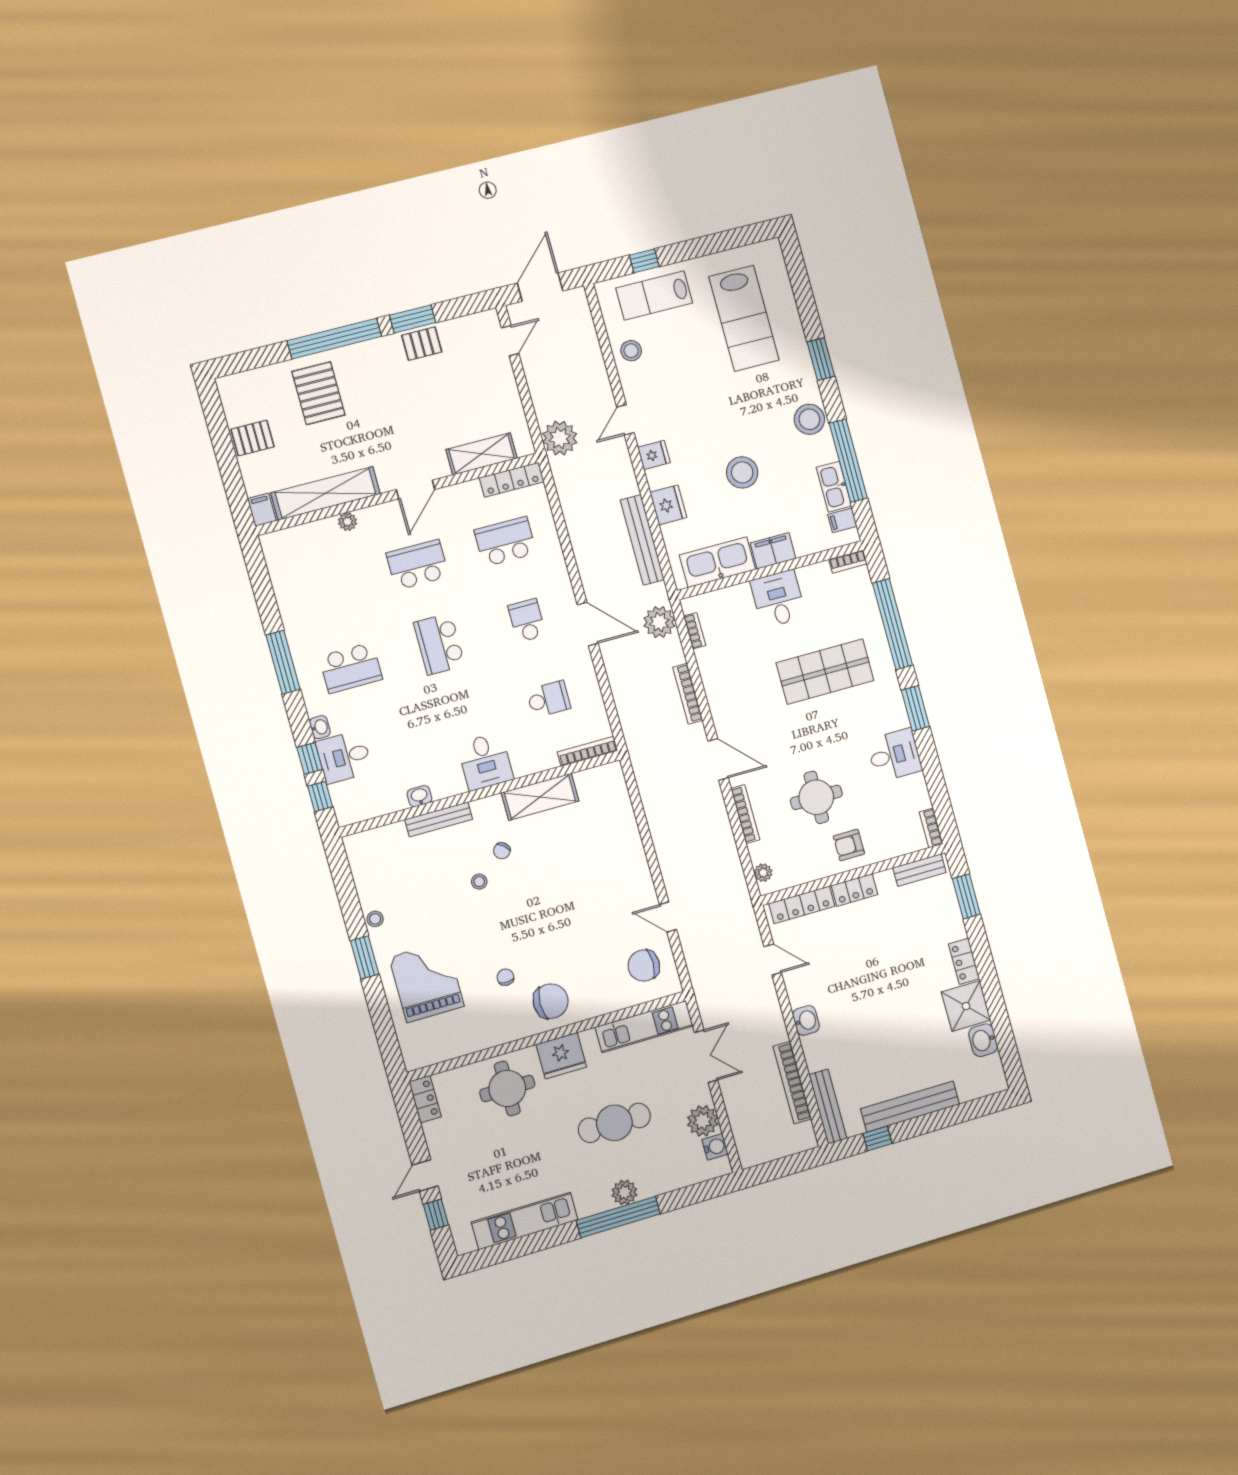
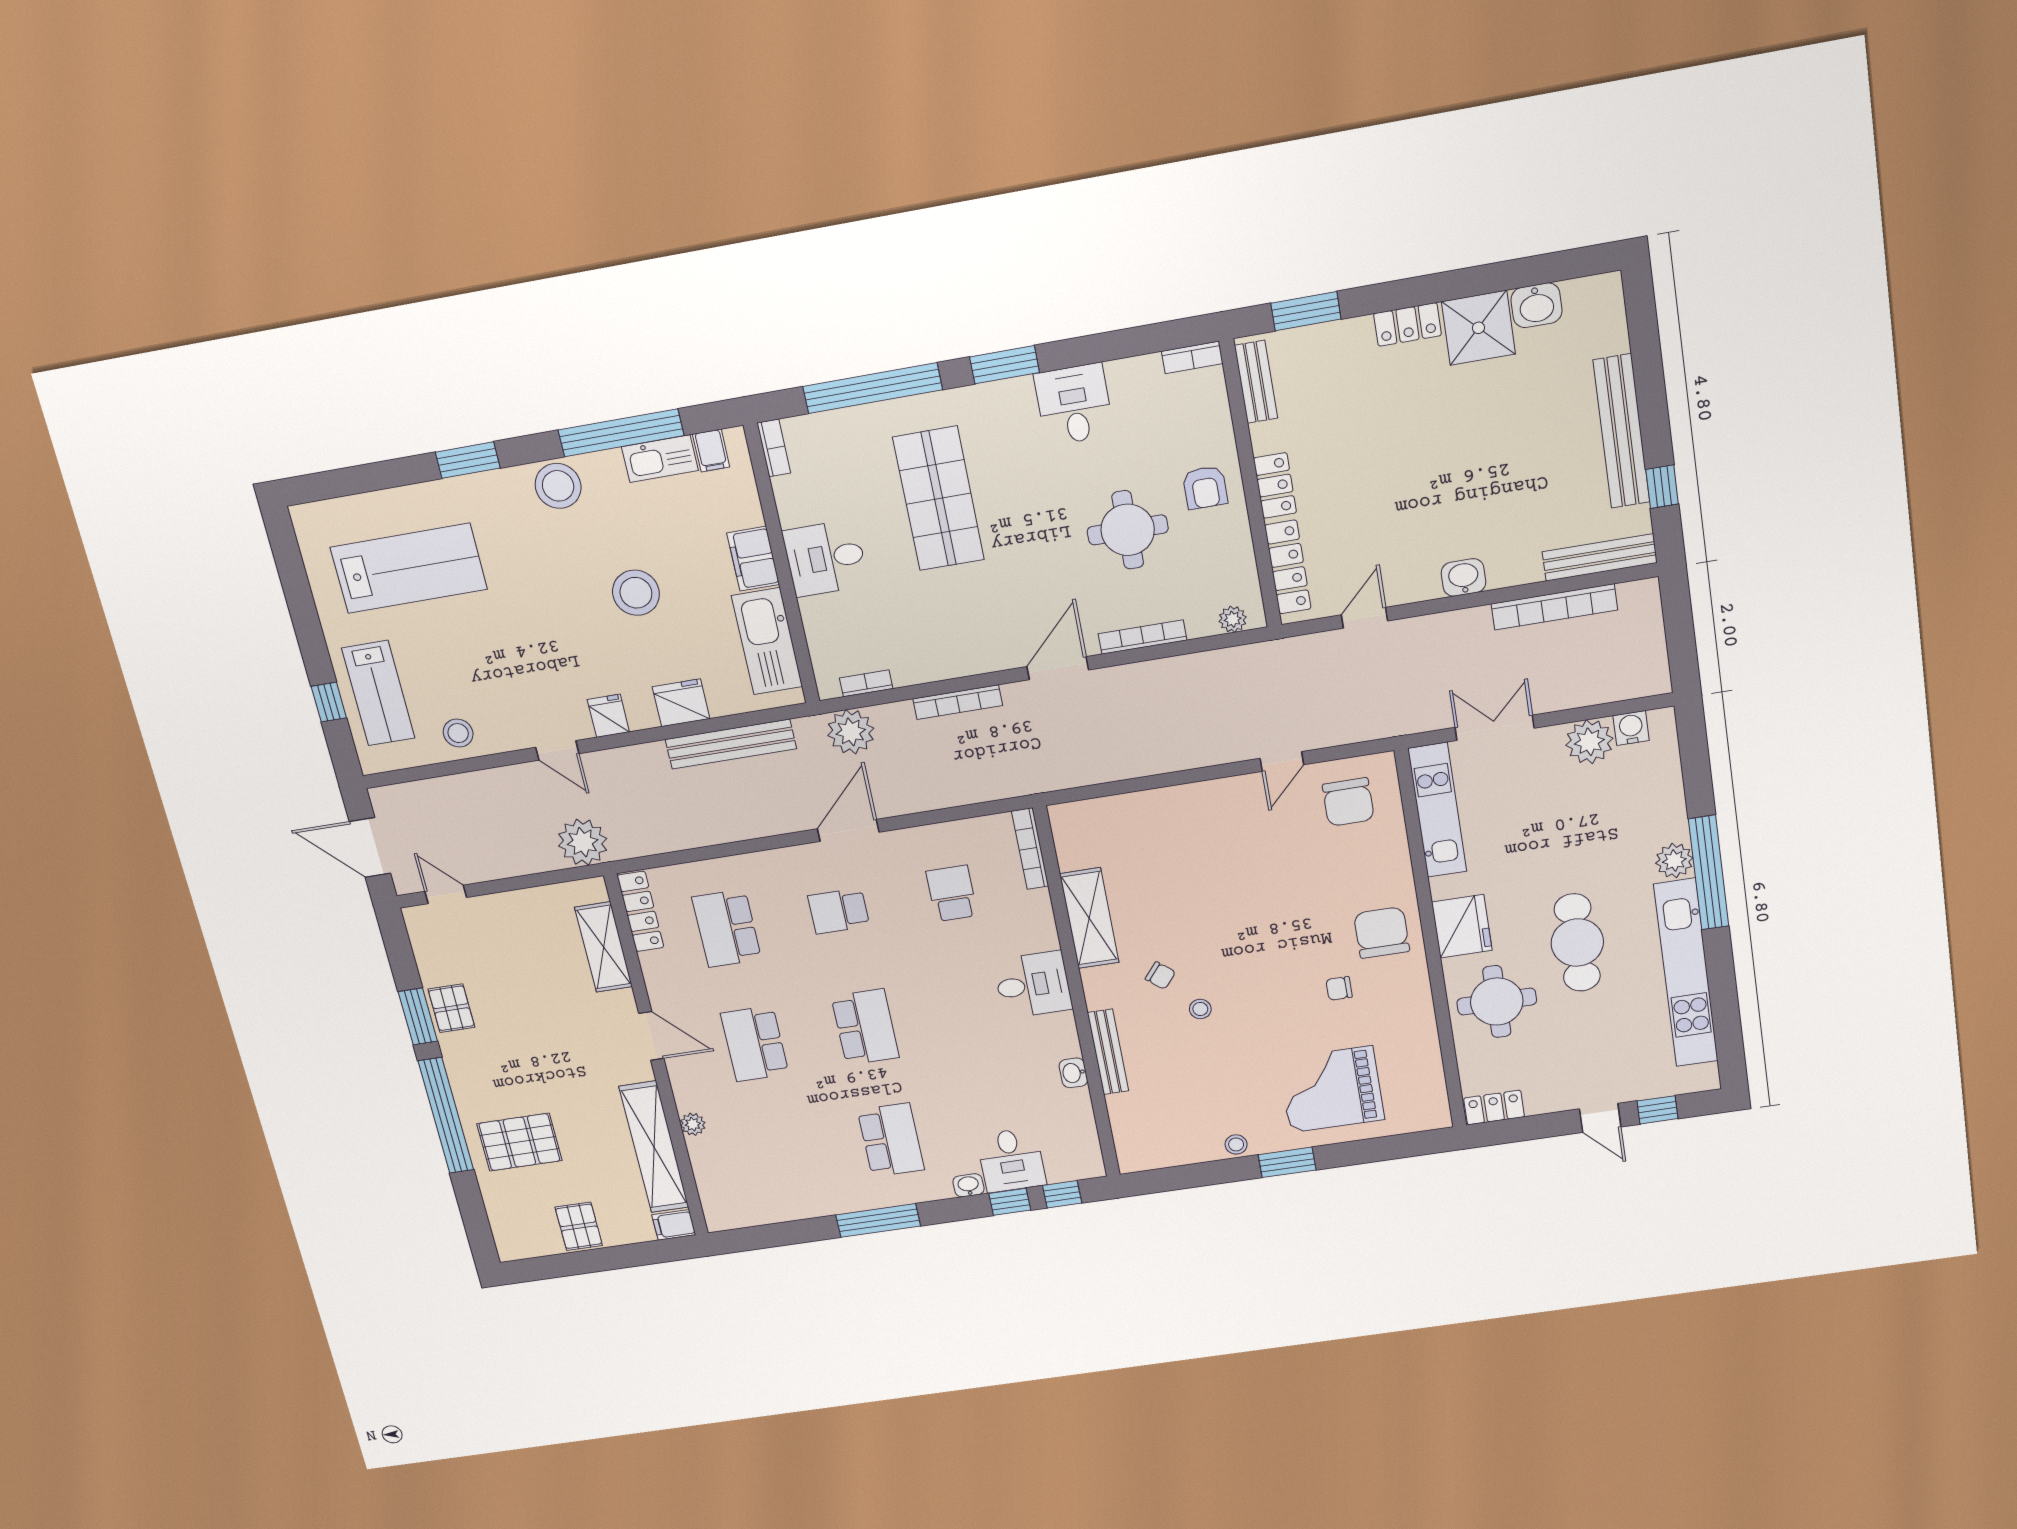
school desk: (439, 644) -> (865, 1027), turned -90
cafe table: (614, 1123) -> (1577, 943), moved
kitchen unit: (525, 1221) -> (1686, 973), width x1.36

